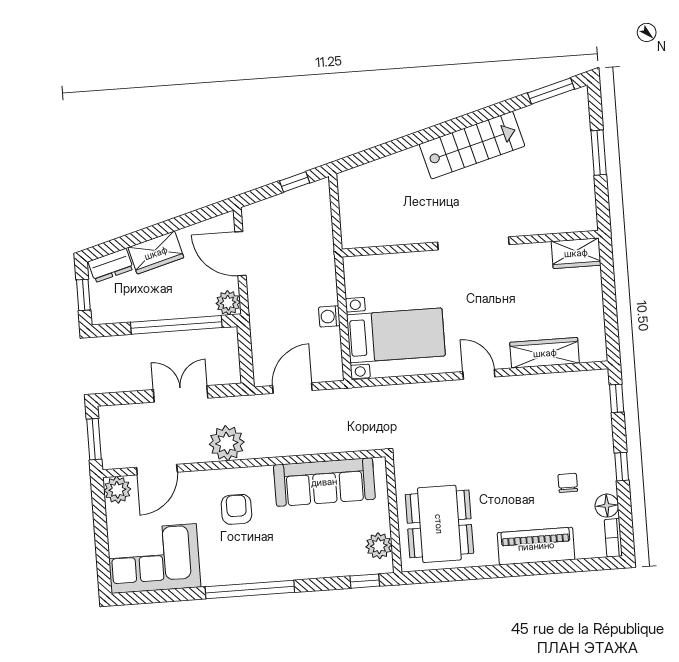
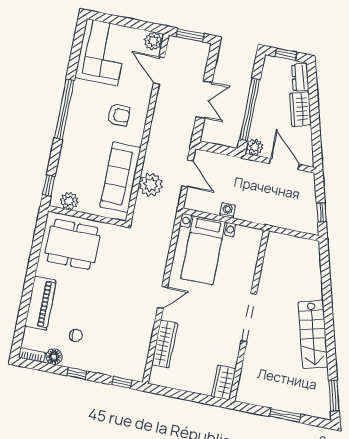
door: (240, 254) -> (284, 164), hinge flipped
plant: (227, 443) -> (151, 185), moved

